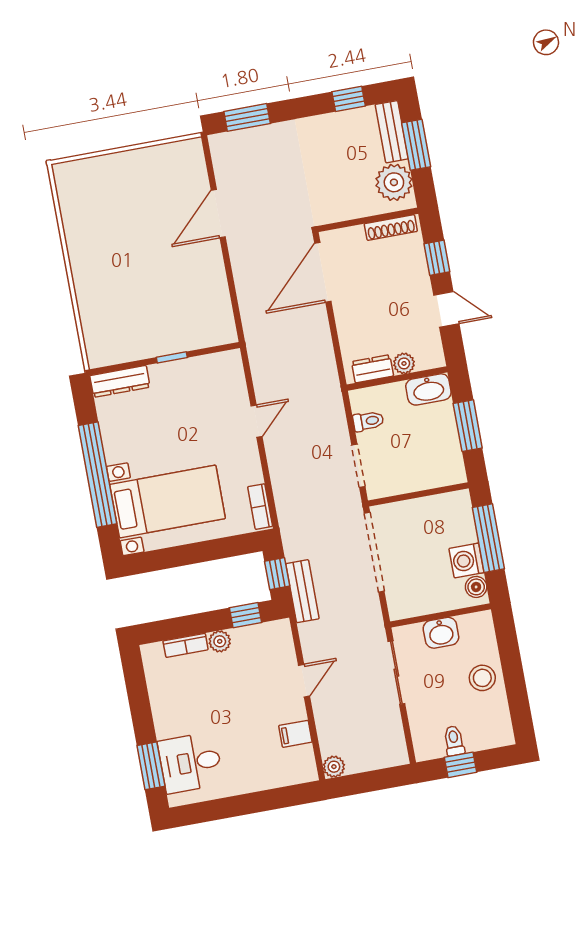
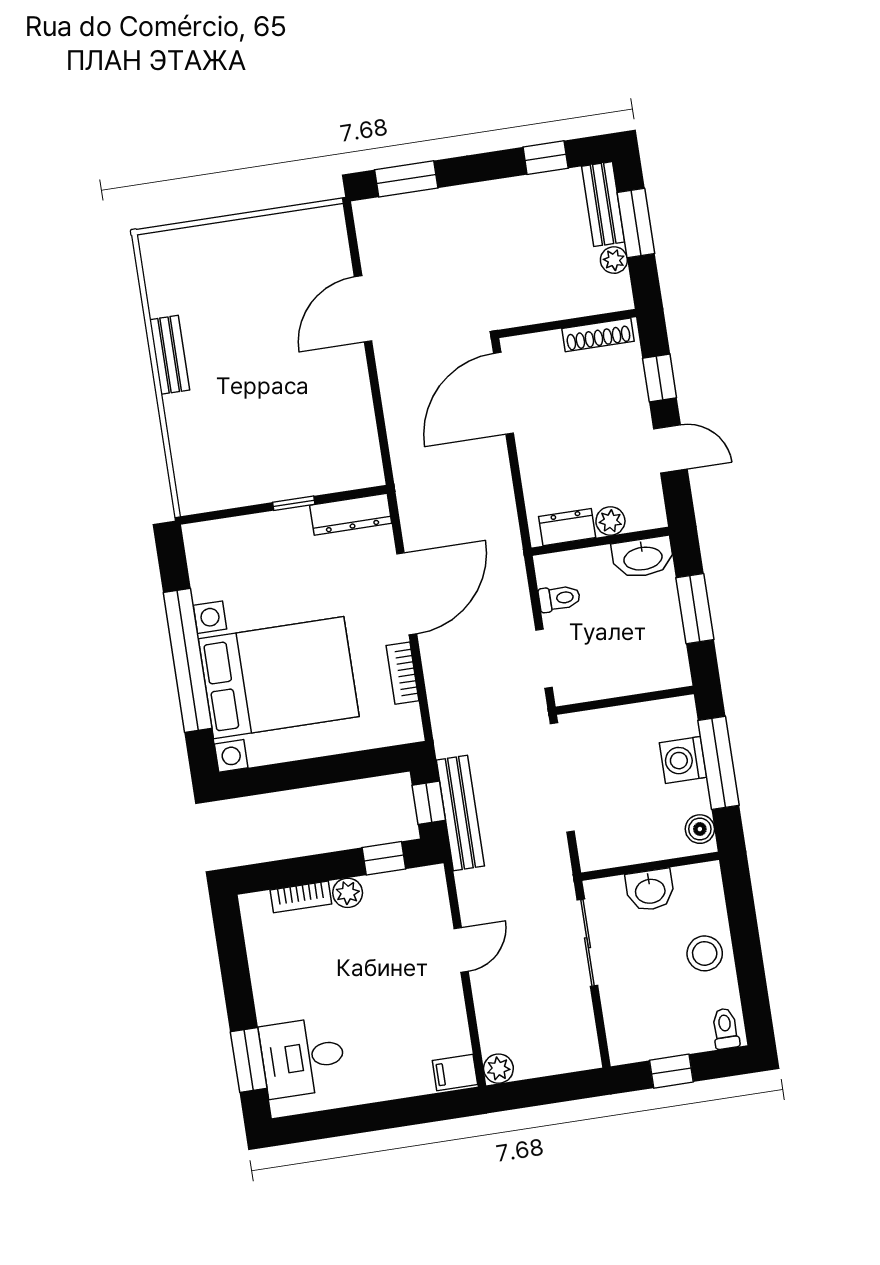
plant: (394, 182) -> (614, 260), width x0.53, depth x0.53
bench: (78, 251) -> (170, 355), added
dresser: (120, 381) -> (351, 514), moved
door: (256, 421) -> (407, 594), width x1.88
bed with nightstands: (168, 501) -> (279, 678), width x1.36
bookcase: (260, 507) -> (403, 673), moved
washing machine: (467, 560) -> (683, 760), moved
bench: (302, 591) -> (460, 813), width x1.36
filing cabinet: (295, 734) -> (455, 1073), moved
toilet: (454, 741) -> (725, 1029), moved

